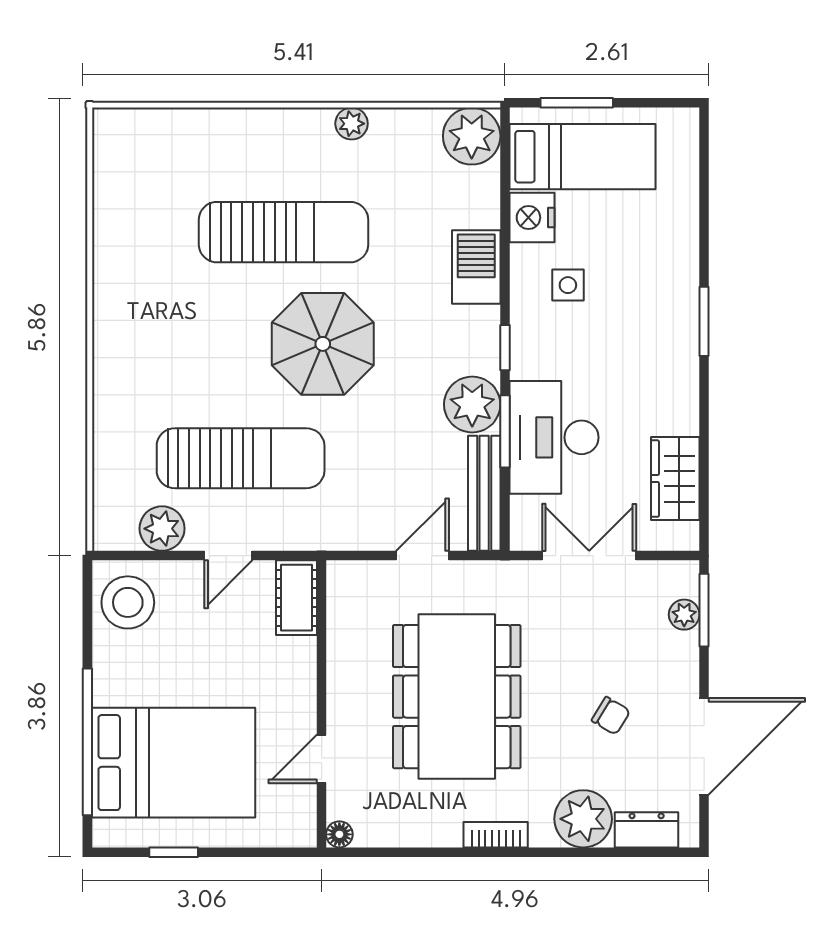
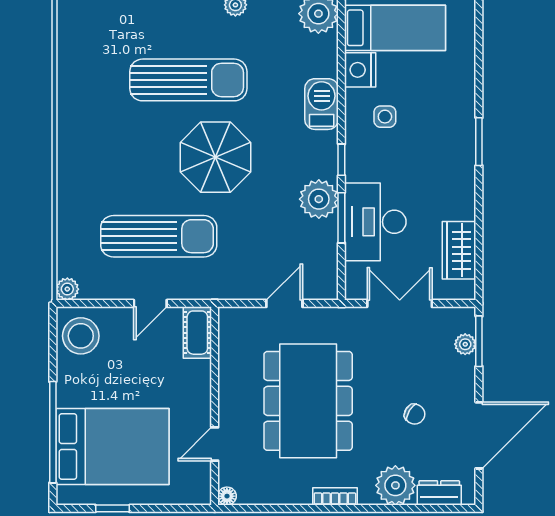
bench: (484, 493) -> (327, 260), removed
plant: (162, 529) -> (67, 289), moved, width x0.73, depth x0.73

